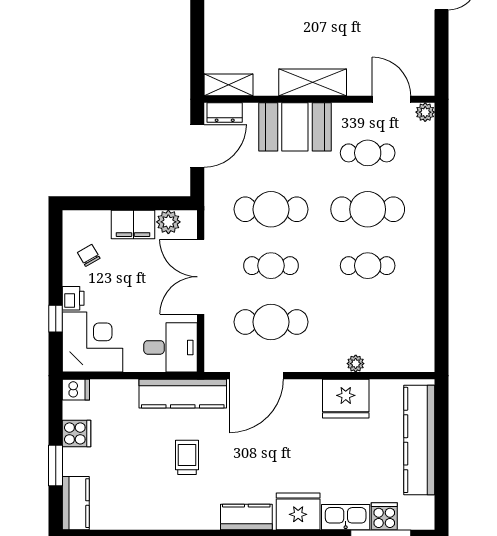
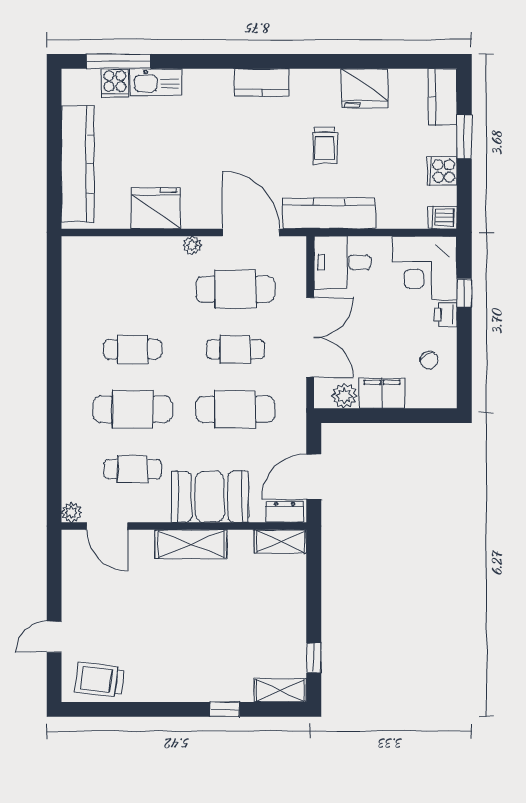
plant: (356, 364) -> (192, 245), moved
door: (256, 376) -> (251, 232), hinge flipped
fridge: (298, 511) -> (365, 88), moved

